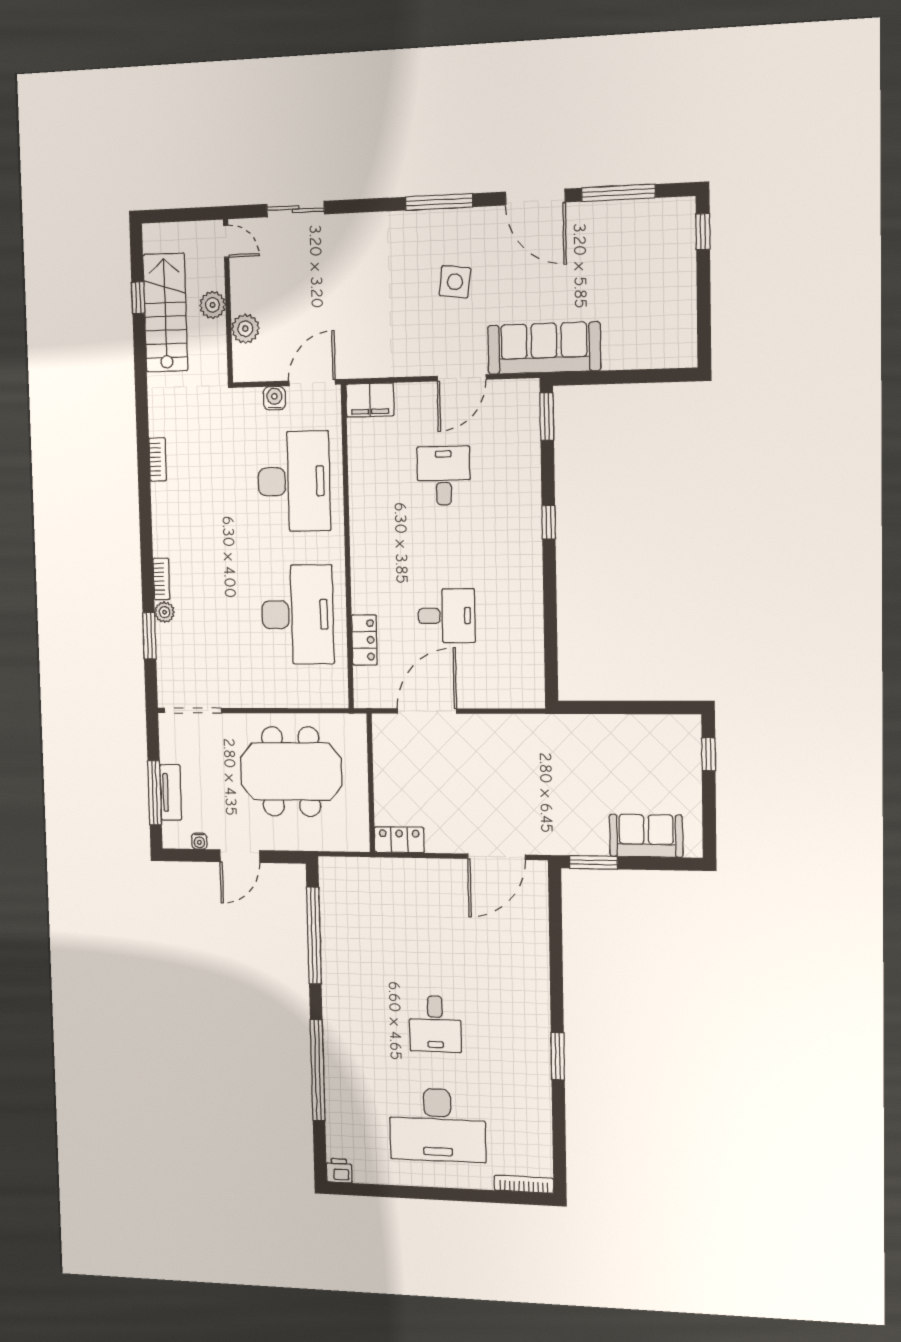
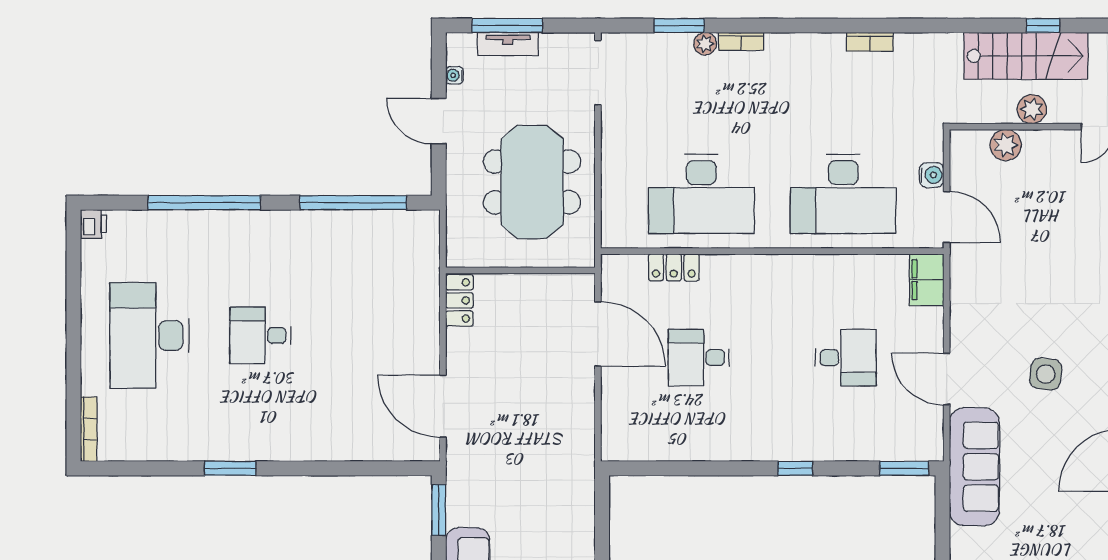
desk: (447, 616) -> (699, 358), turned 90

